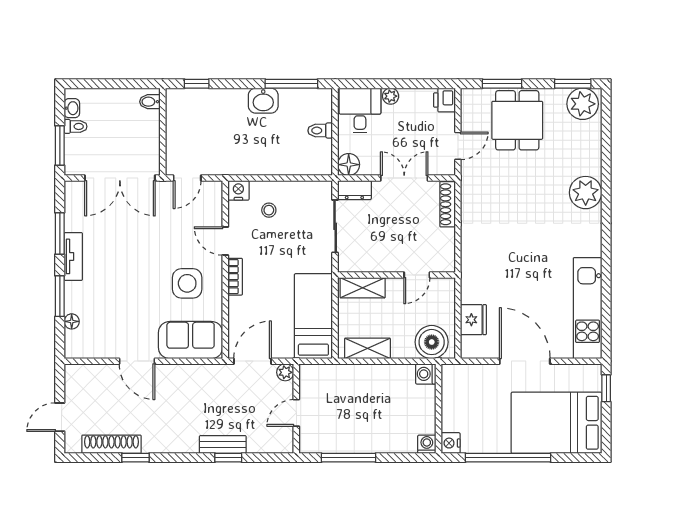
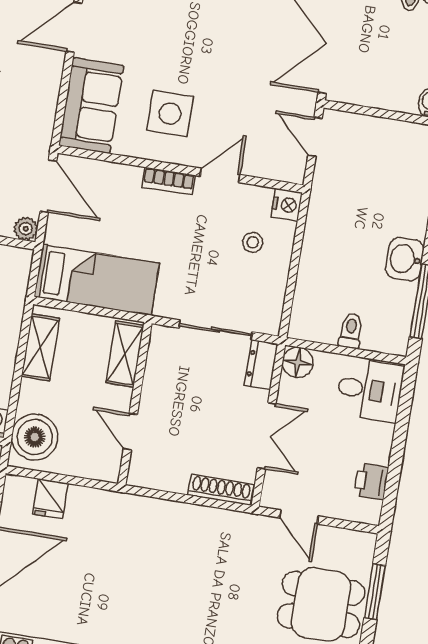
plant: (391, 96) -> (383, 435), removed
printer: (444, 100) -> (371, 481), moved, turned -90
fridge: (473, 320) -> (50, 499), width x0.72

